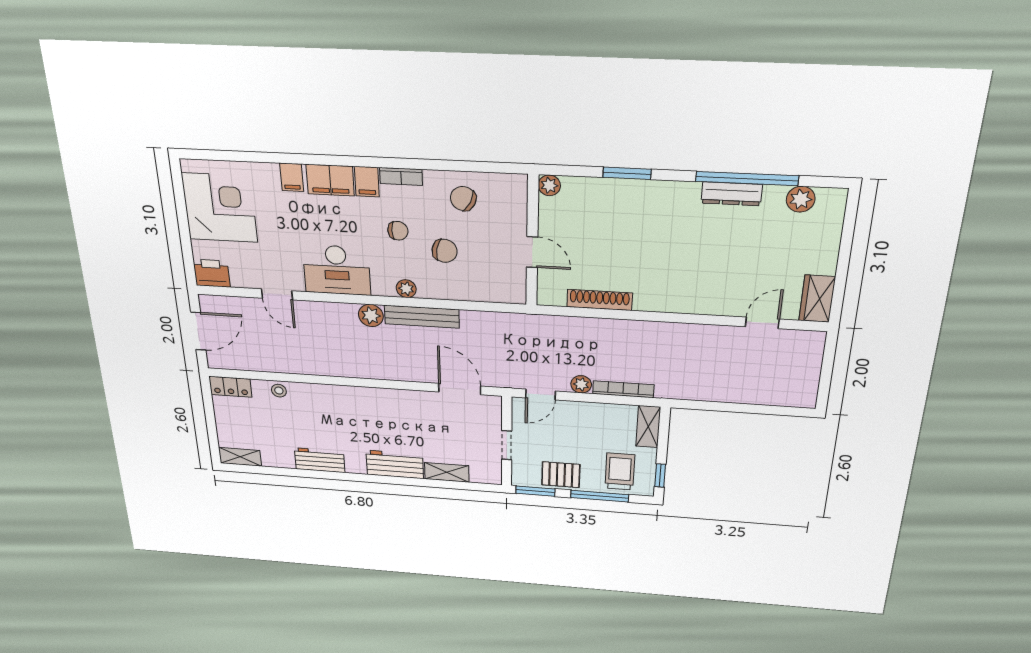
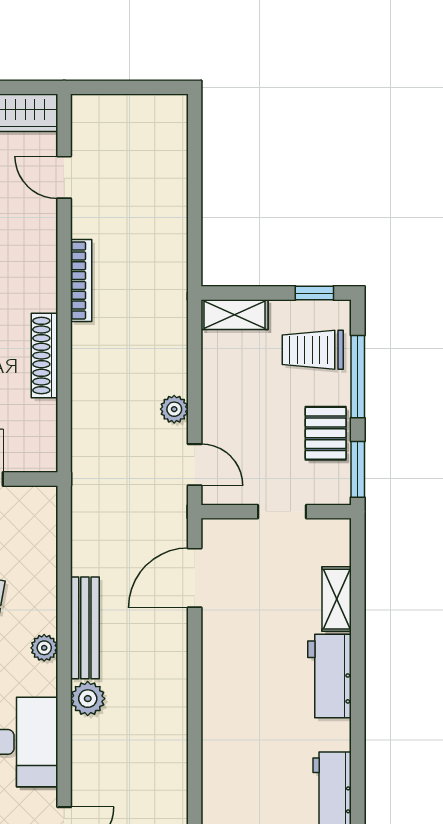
shoe rack: (600, 300) -> (44, 356), moved
bookcase: (623, 389) -> (81, 281), moved, turned 180

